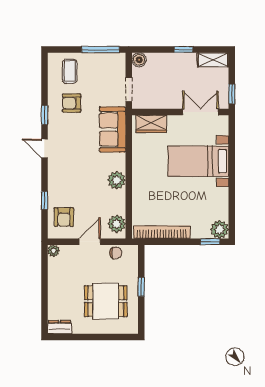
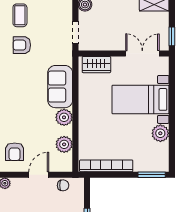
sofa: (113, 130) -> (60, 87), moved
plant: (117, 224) -> (64, 144), moved
plant: (220, 229) -> (160, 133), moved
window: (210, 242) -> (152, 175), width x1.50

